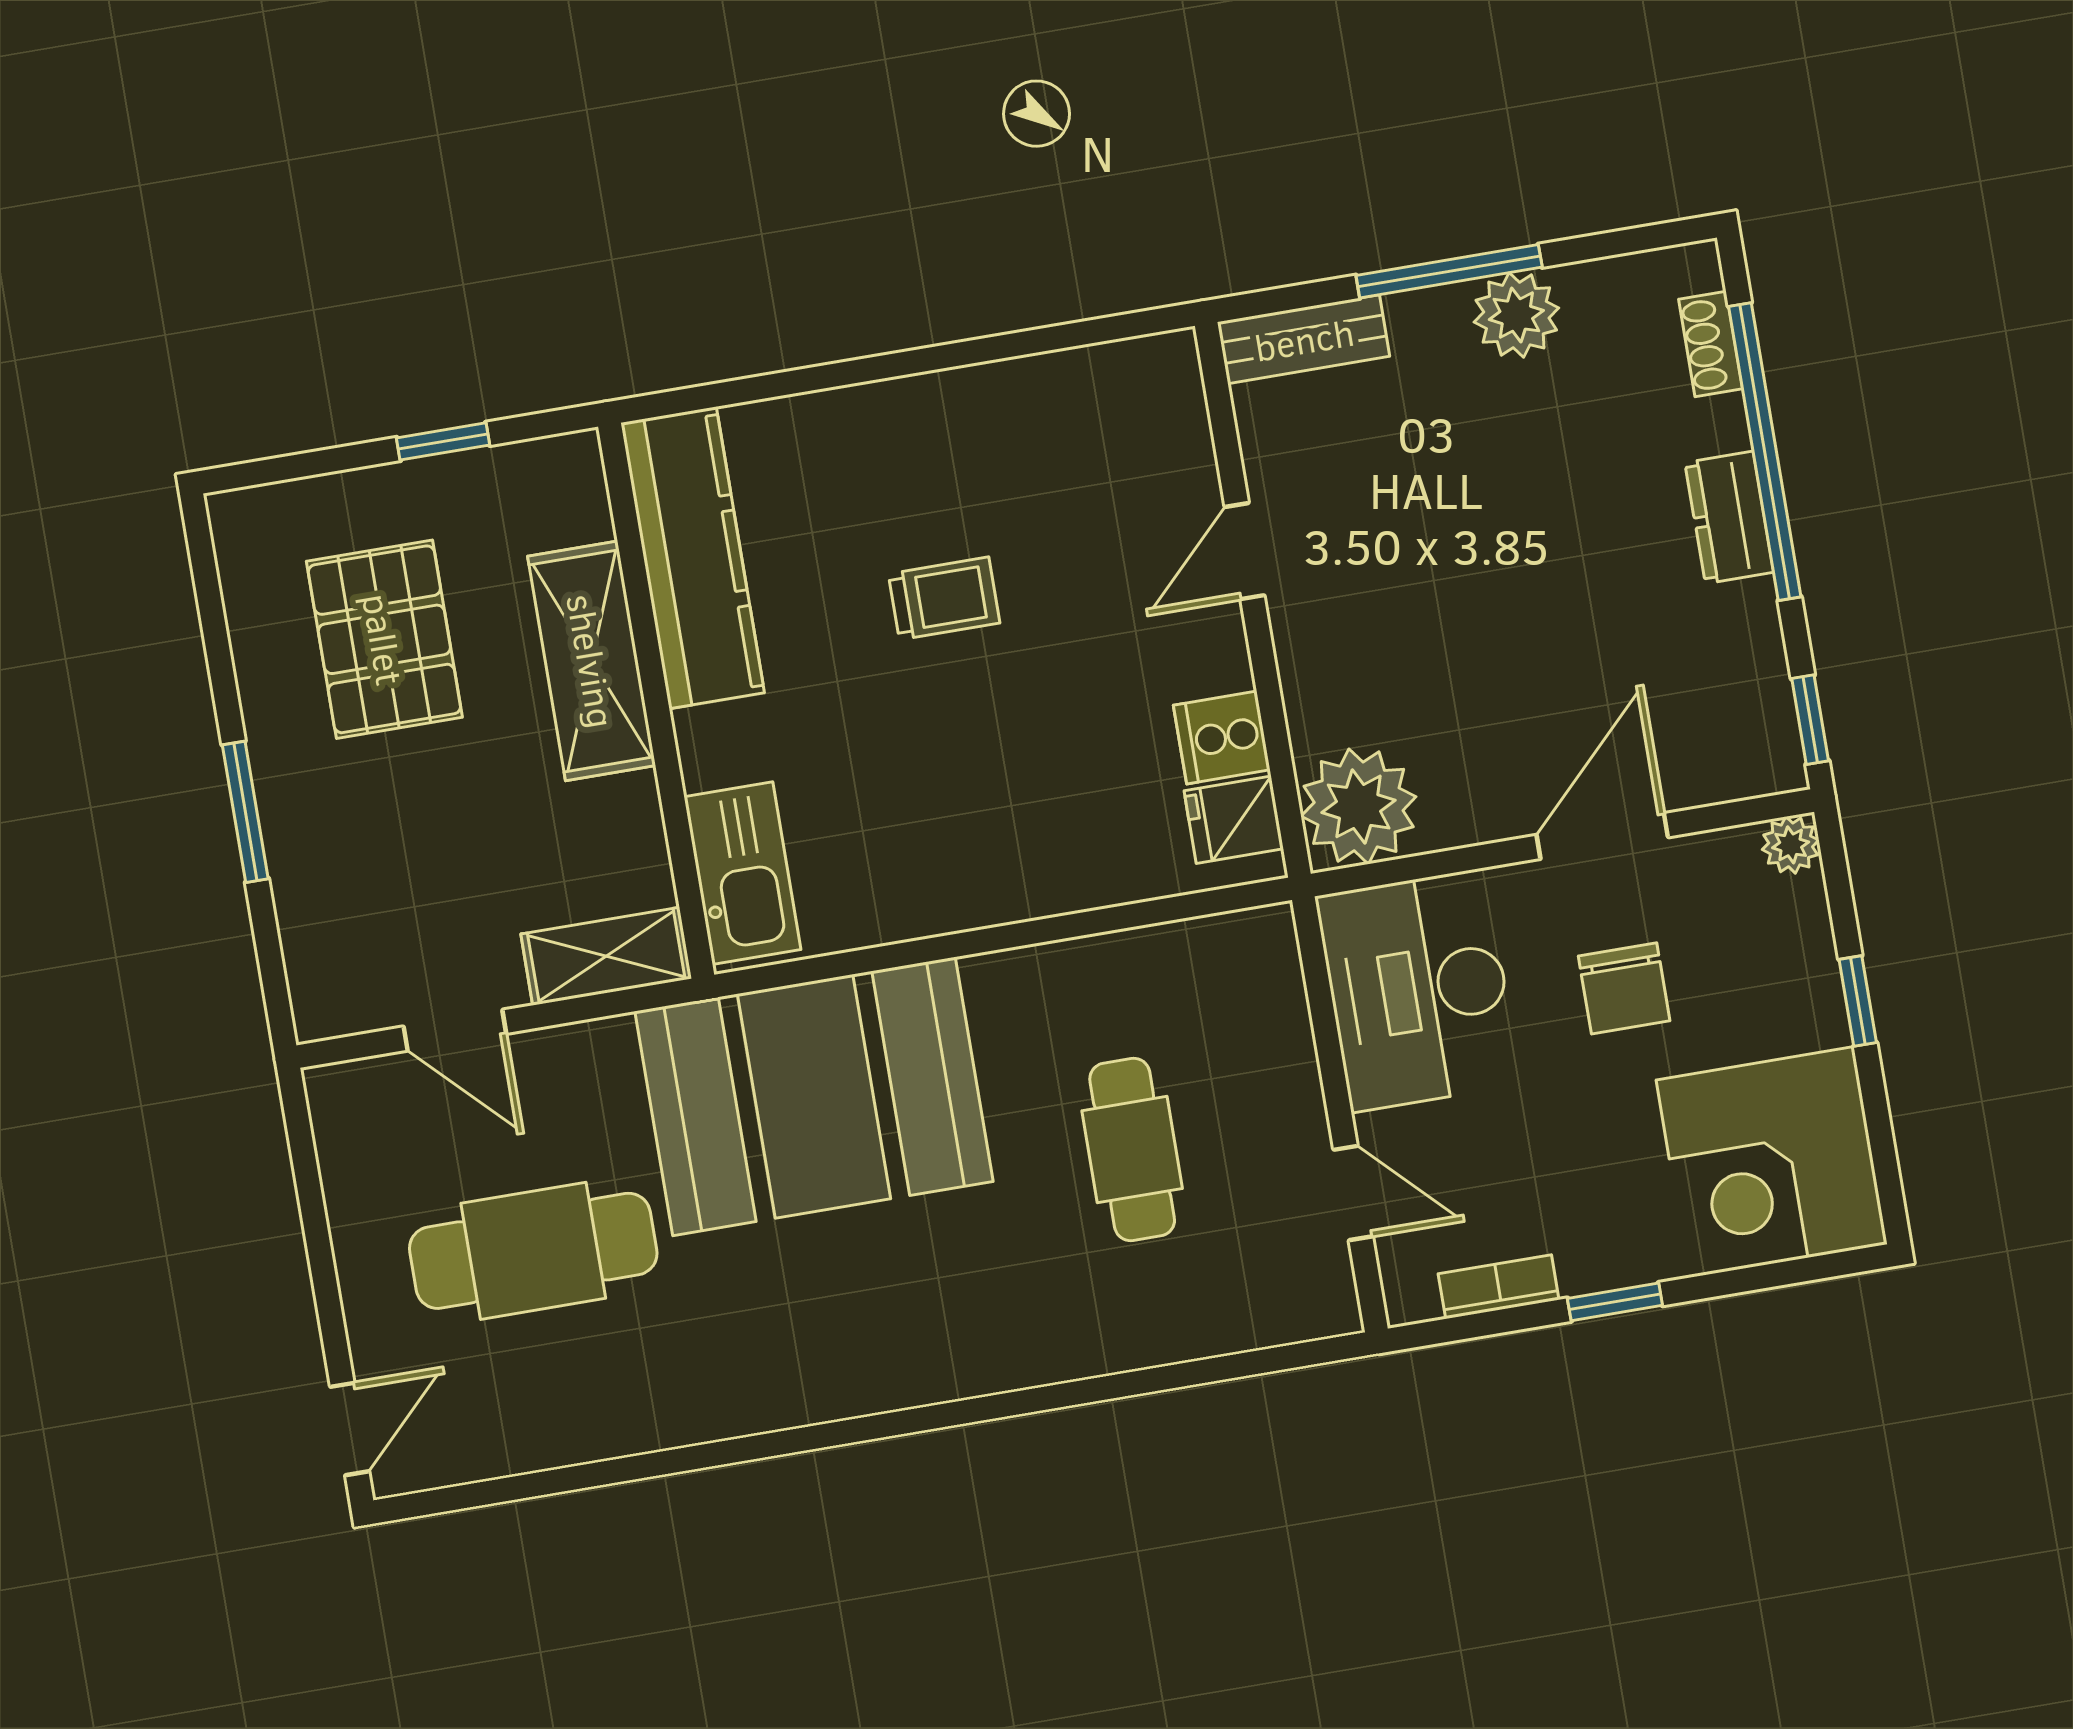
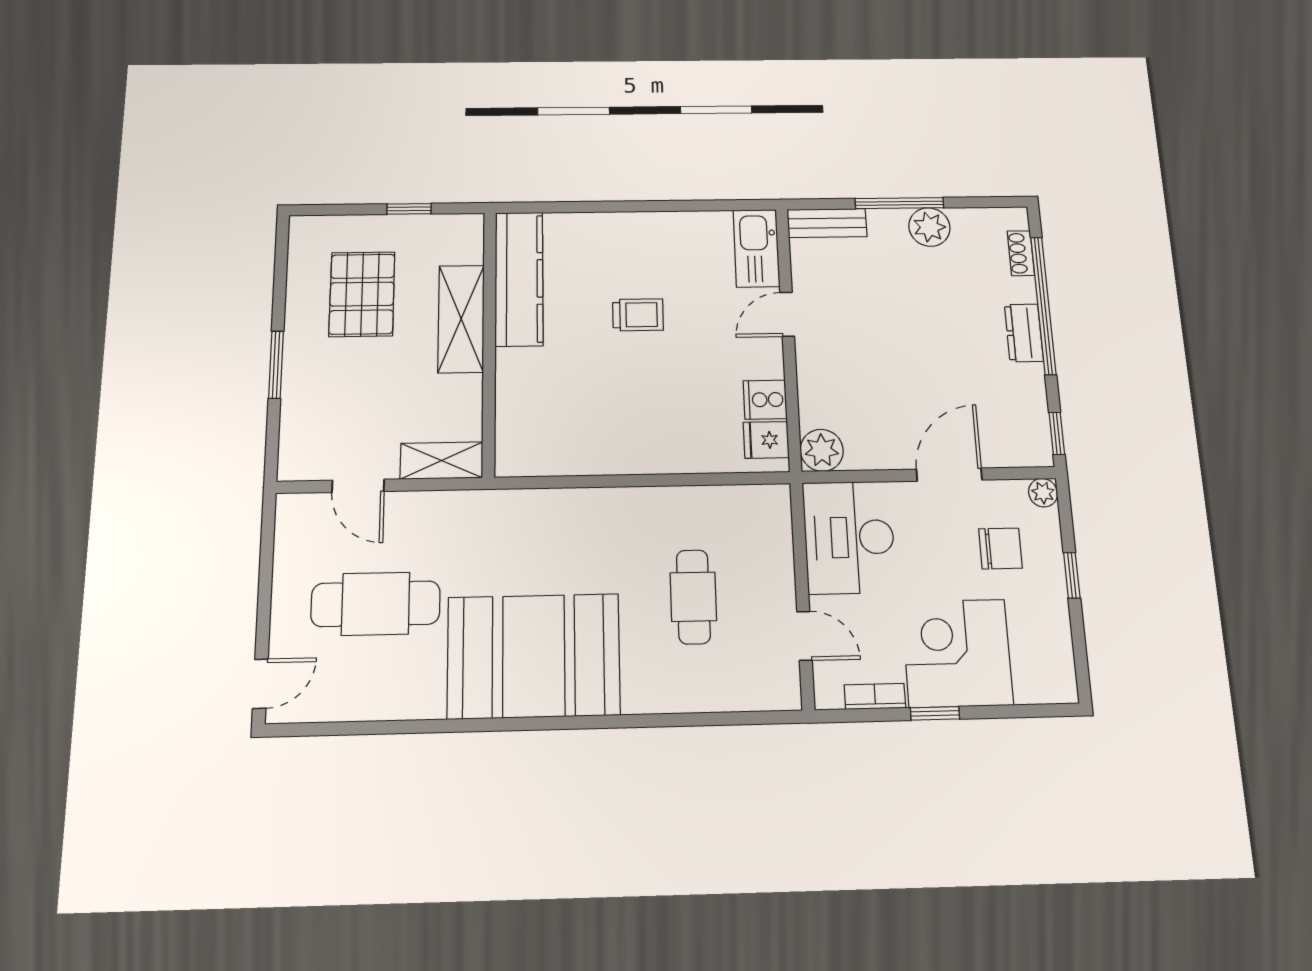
plant: (1359, 806) -> (822, 450), width x0.73, depth x0.73
kitchen sink: (742, 873) -> (756, 248), moved, turned 180
chair: (1624, 988) -> (1000, 548), moved, turned -90
booth: (814, 1096) -> (534, 656), moved
corner desk: (1772, 1162) -> (957, 653), moved, turned 90

